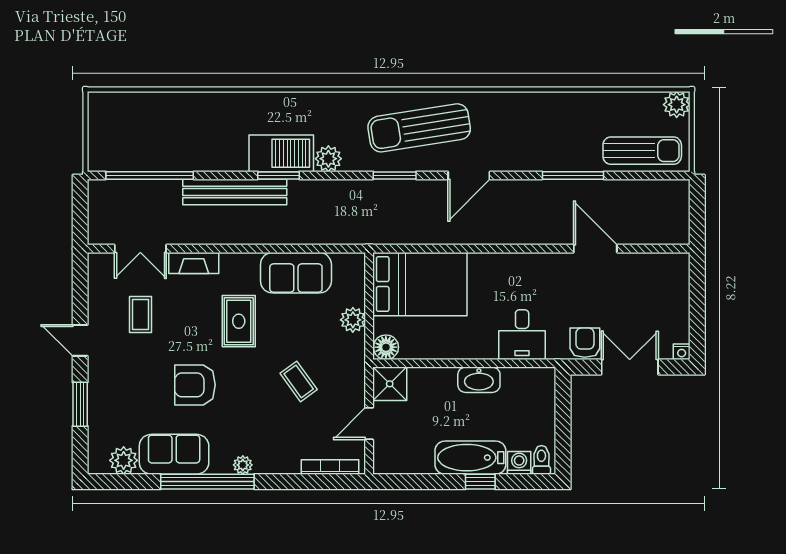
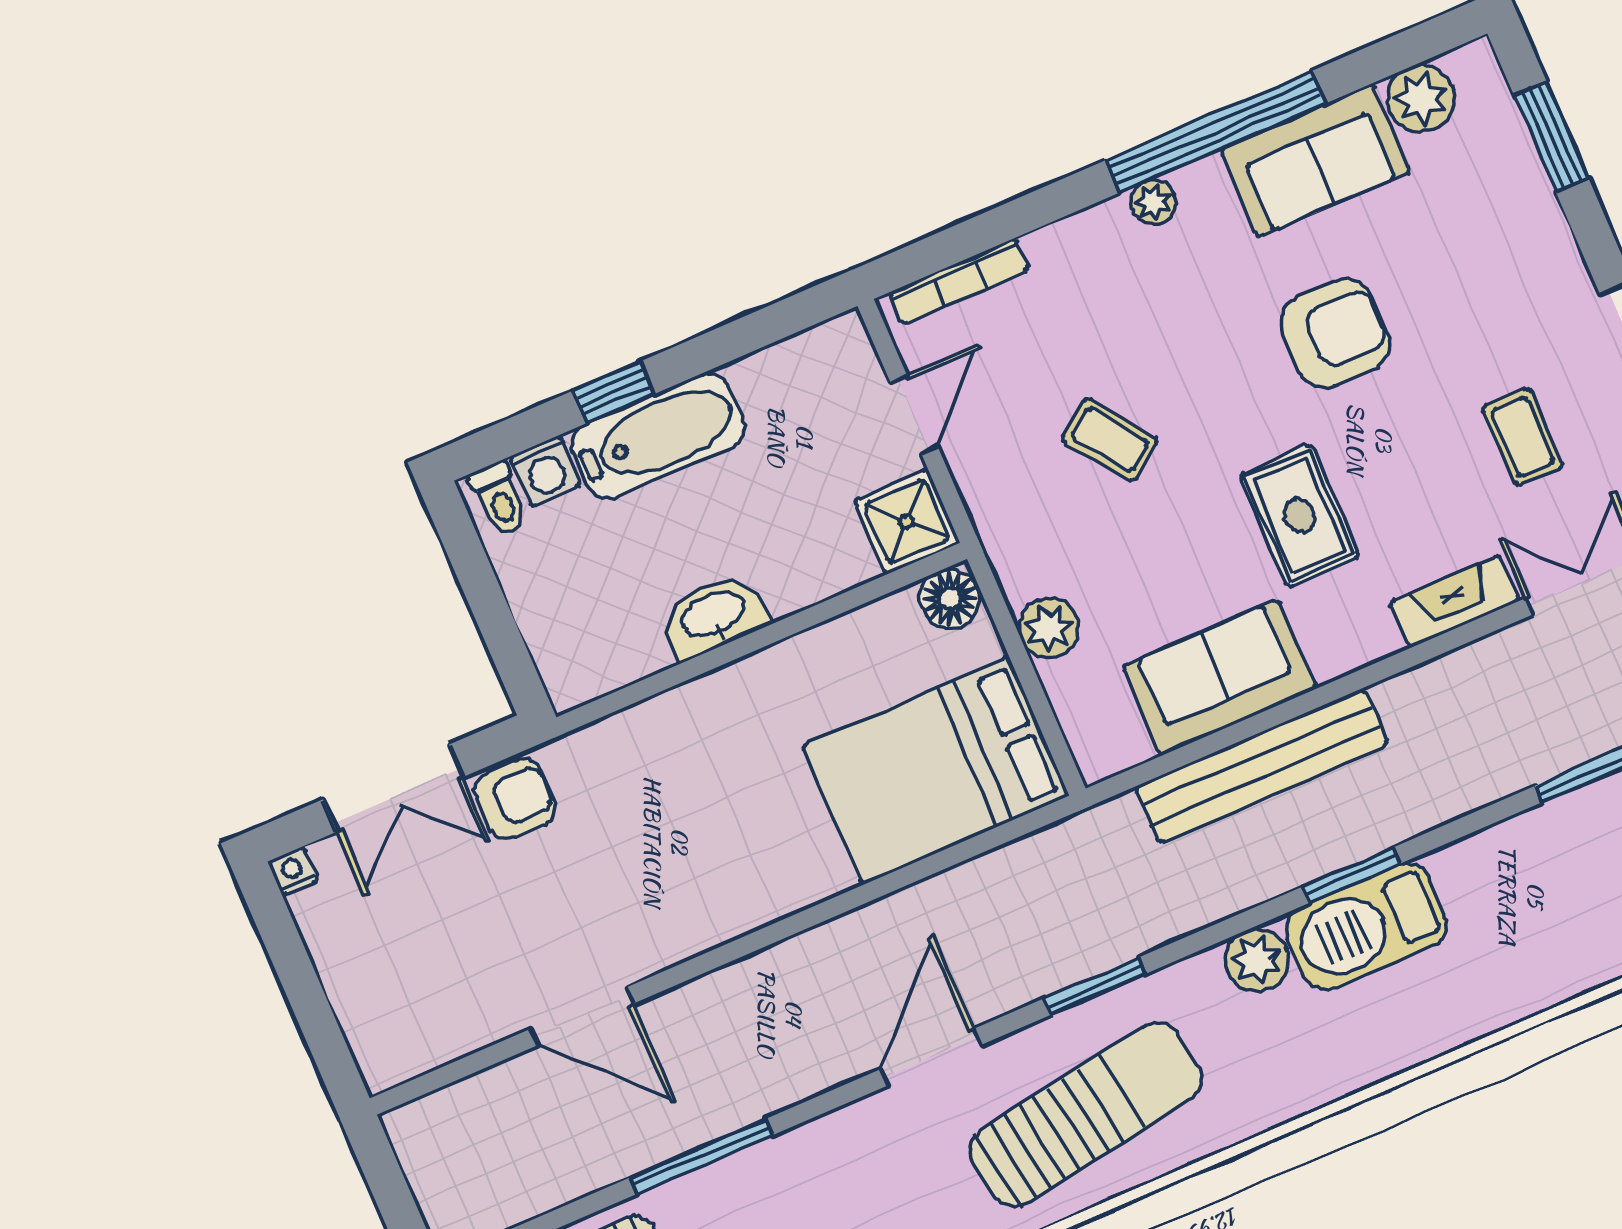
bench: (235, 192) -> (1262, 766), moved
desk: (522, 335) -> (662, 757), removed
armchair: (585, 343) -> (515, 799), turned -90
window: (80, 404) -> (1551, 137), moved

